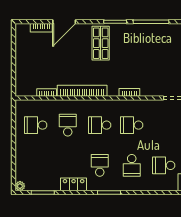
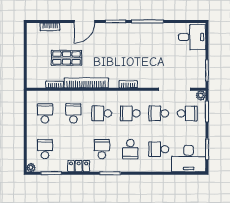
door: (64, 22) -> (84, 21), moved
shop shelf: (101, 43) -> (67, 58), moved, turned 90
school desk: (36, 125) -> (45, 113), turned 90
school desk: (164, 125) -> (159, 113), added
school desk: (36, 165) -> (45, 149), added

